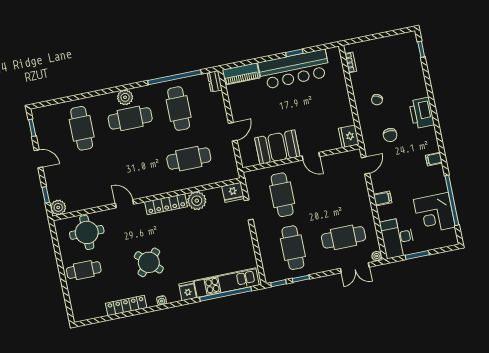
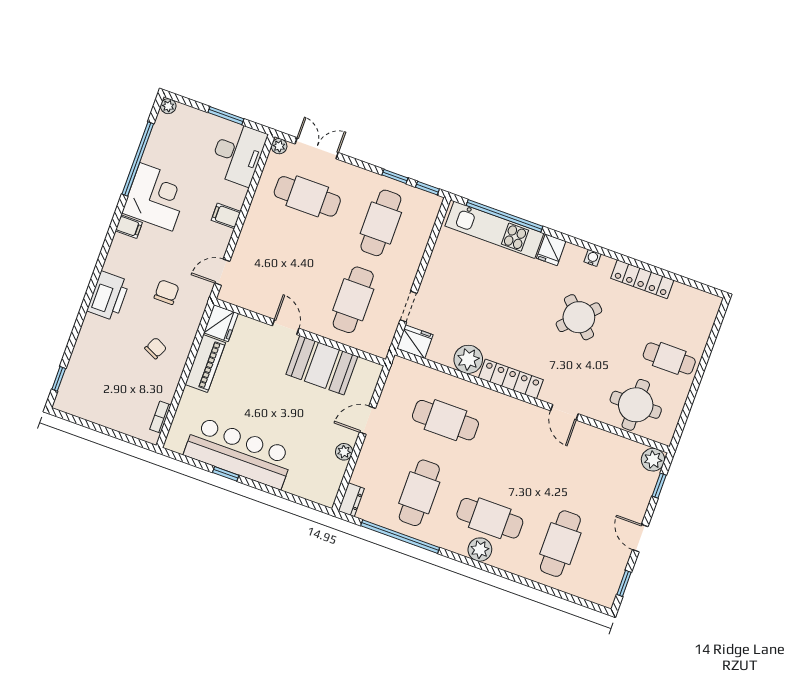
piano: (241, 74) -> (205, 364), moved, turned 90
plant: (235, 106) -> (344, 452), added
corner desk: (434, 213) -> (156, 197), moved
plant: (453, 241) -> (168, 106), added

